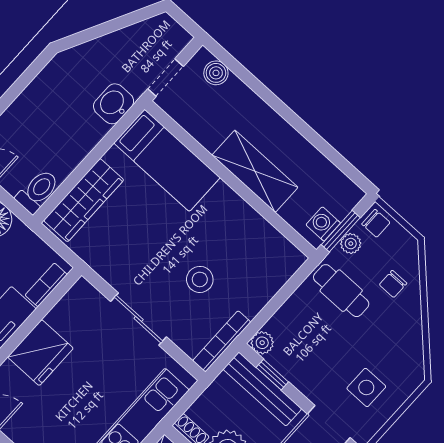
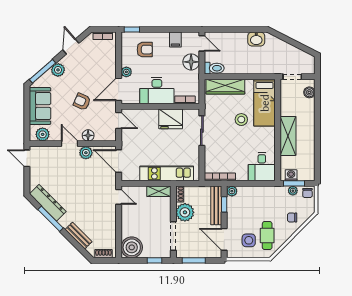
washbasin: (114, 104) -> (256, 39), moved, turned 180
desk: (266, 258) -> (262, 167), added
stool: (200, 279) -> (241, 120), moved
cafe table: (341, 291) -> (267, 236), moved
sliding door: (139, 319) -> (202, 131), moved
fridge: (40, 353) -> (171, 119), moved

